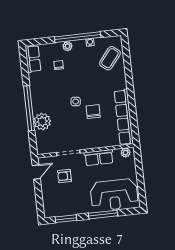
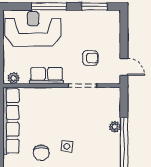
chair: (93, 112) -> (41, 153), moved
plant: (42, 122) -> (115, 127), width x0.53, depth x0.53
door: (36, 172) -> (124, 67), swing flipped

